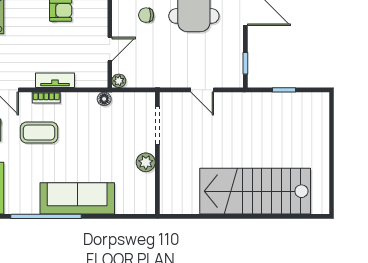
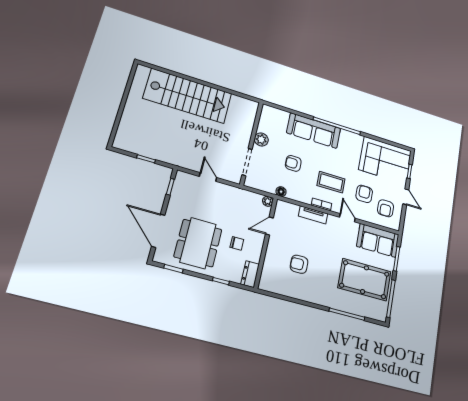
armchair: (96, 143) -> (293, 163), added

